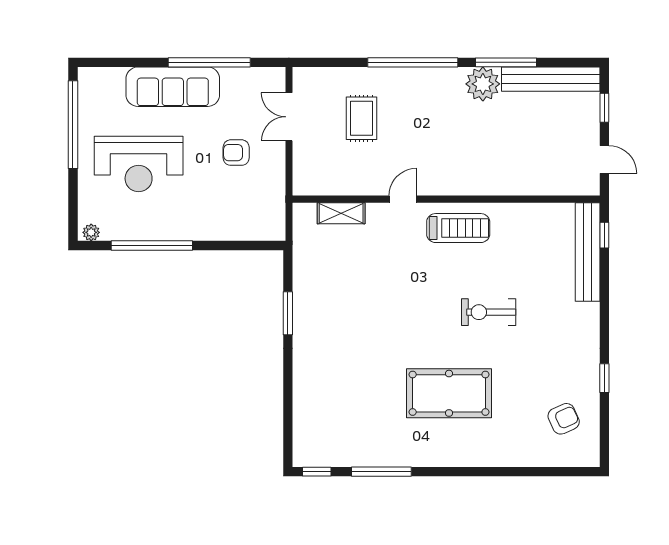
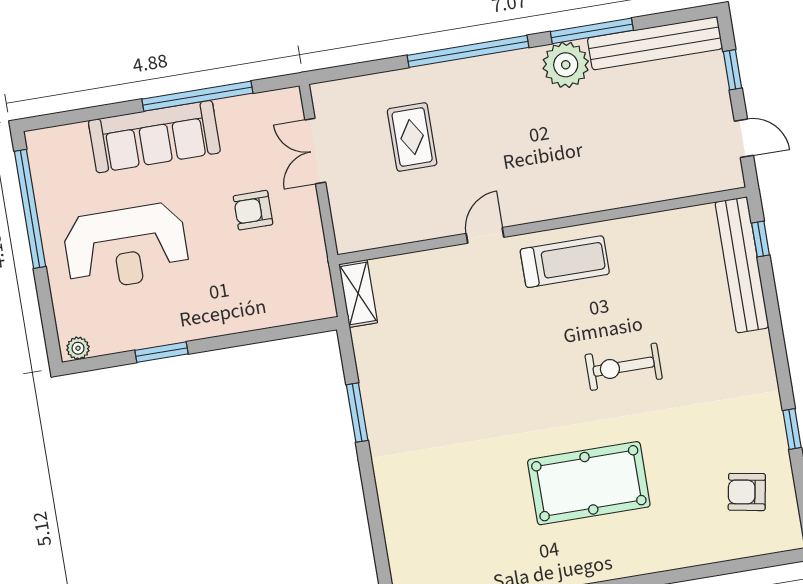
shelving: (341, 213) -> (358, 293), moved, turned 90
window: (152, 245) -> (162, 352), width x0.47
armchair: (564, 419) -> (747, 492), turned -146

